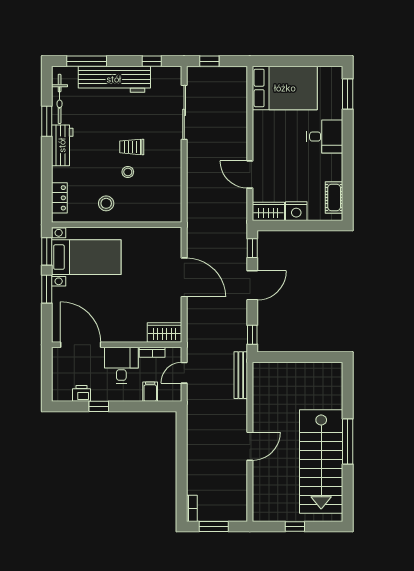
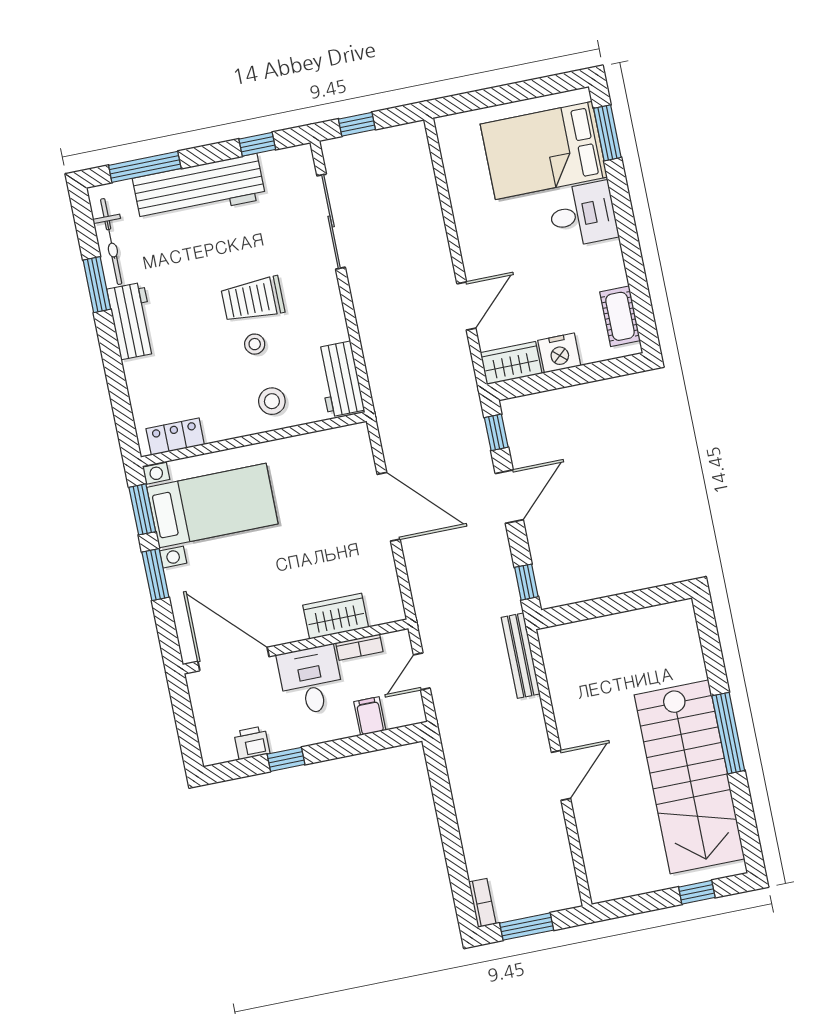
bed: (285, 88) -> (544, 151), moved, turned 180
trolley: (132, 147) -> (253, 299), width x1.36, depth x1.39
door: (250, 175) -> (466, 306), swing flipped
locker: (59, 198) -> (175, 437), moved, turned -90
workbench: (171, 201) -> (340, 379), added
stool: (106, 203) -> (272, 401), moved
wardrobe: (165, 332) -> (336, 616), moved
window: (295, 526) -> (697, 892), moved

